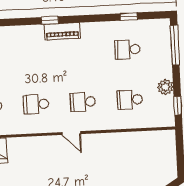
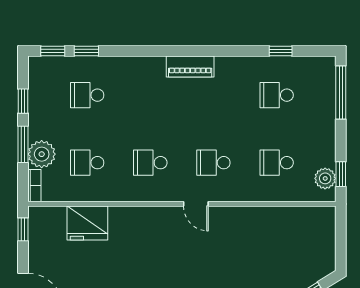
window: (50, 20) -> (174, 51), removed
plant: (165, 87) -> (325, 178), moved

